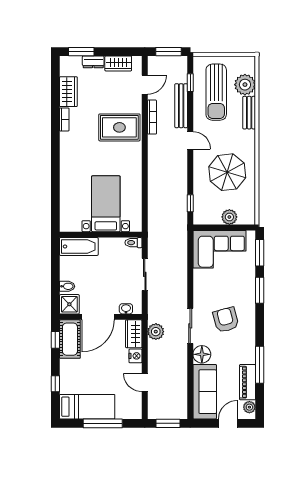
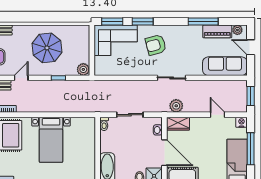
window: (190, 203) -> (58, 78), moved
bed with nightstands: (106, 204) -> (51, 140), moved, turned -90
plant: (229, 217) -> (83, 69), moved
corner sofa: (219, 249) -> (116, 40), moved, turned 90
armchair: (226, 320) -> (156, 45), moved
floor lamp: (202, 354) -> (195, 68), removed
nightstand: (136, 356) -> (241, 122), moved
door: (145, 383) -> (217, 115), swing flipped

